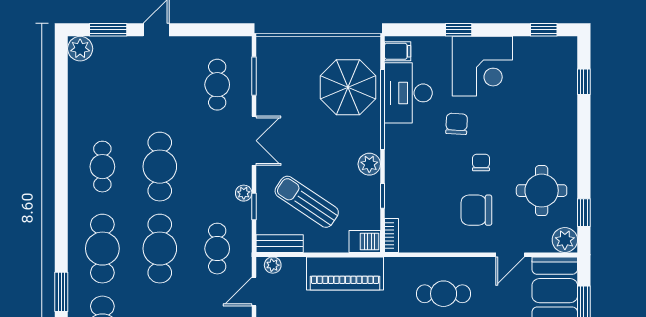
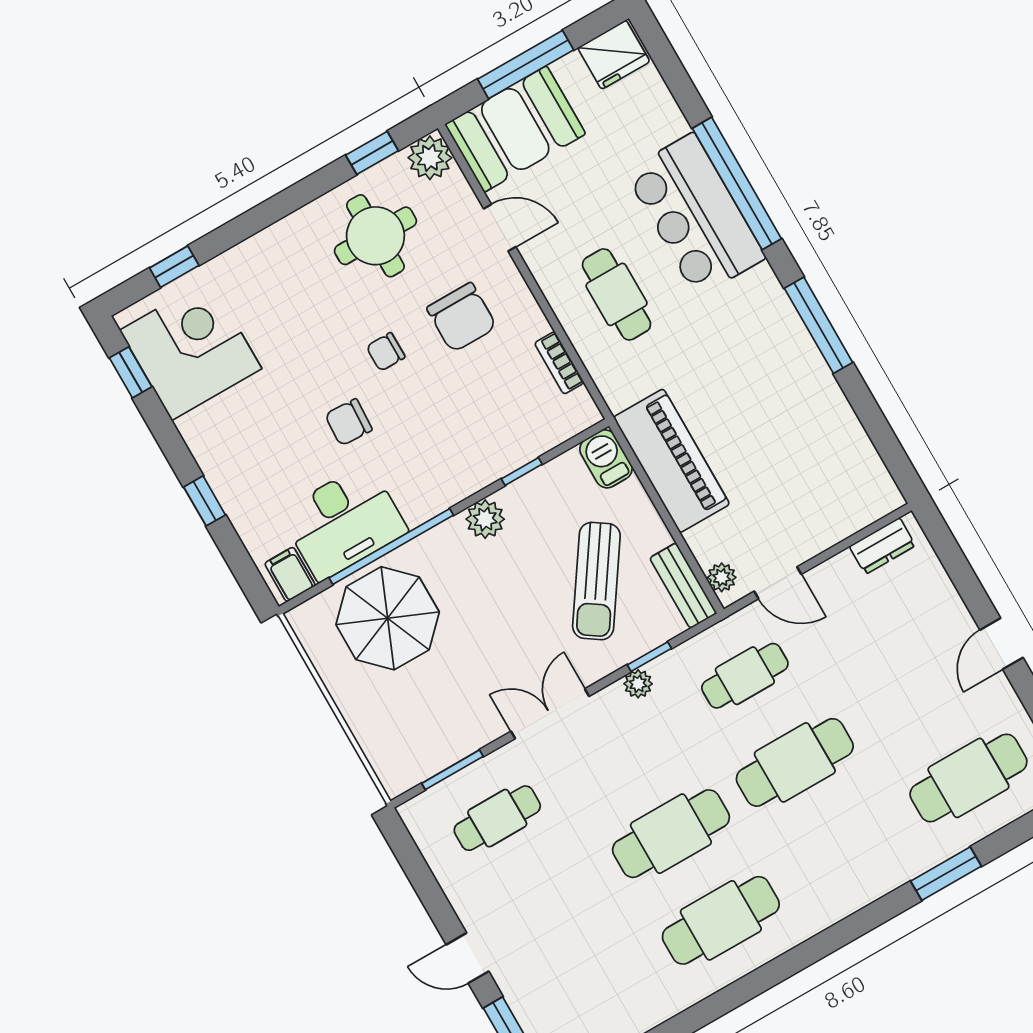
corner desk: (482, 66) -> (191, 349), moved
cafe table: (102, 167) -> (721, 920), width x1.37, depth x1.35
bookcase: (392, 235) -> (559, 363), moved, turned -90
cafe table: (102, 249) -> (845, 849), removed

